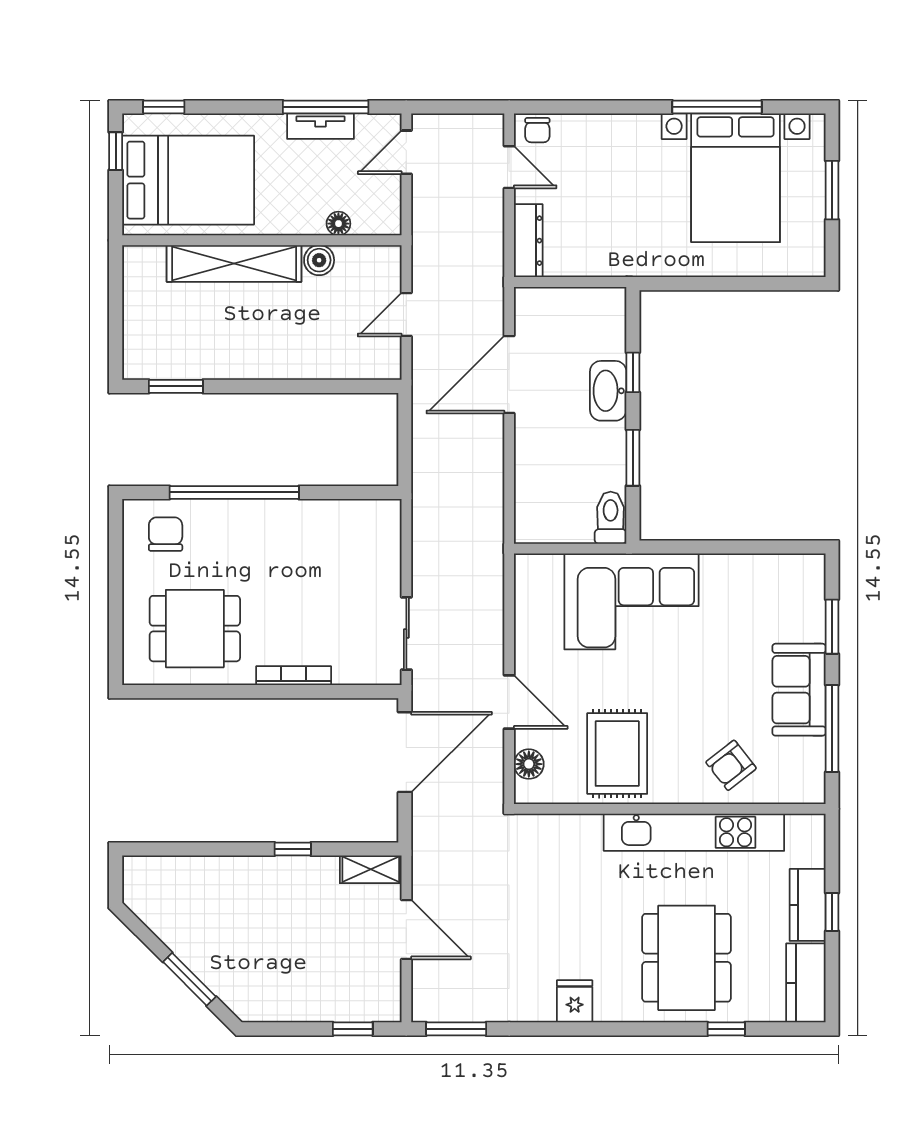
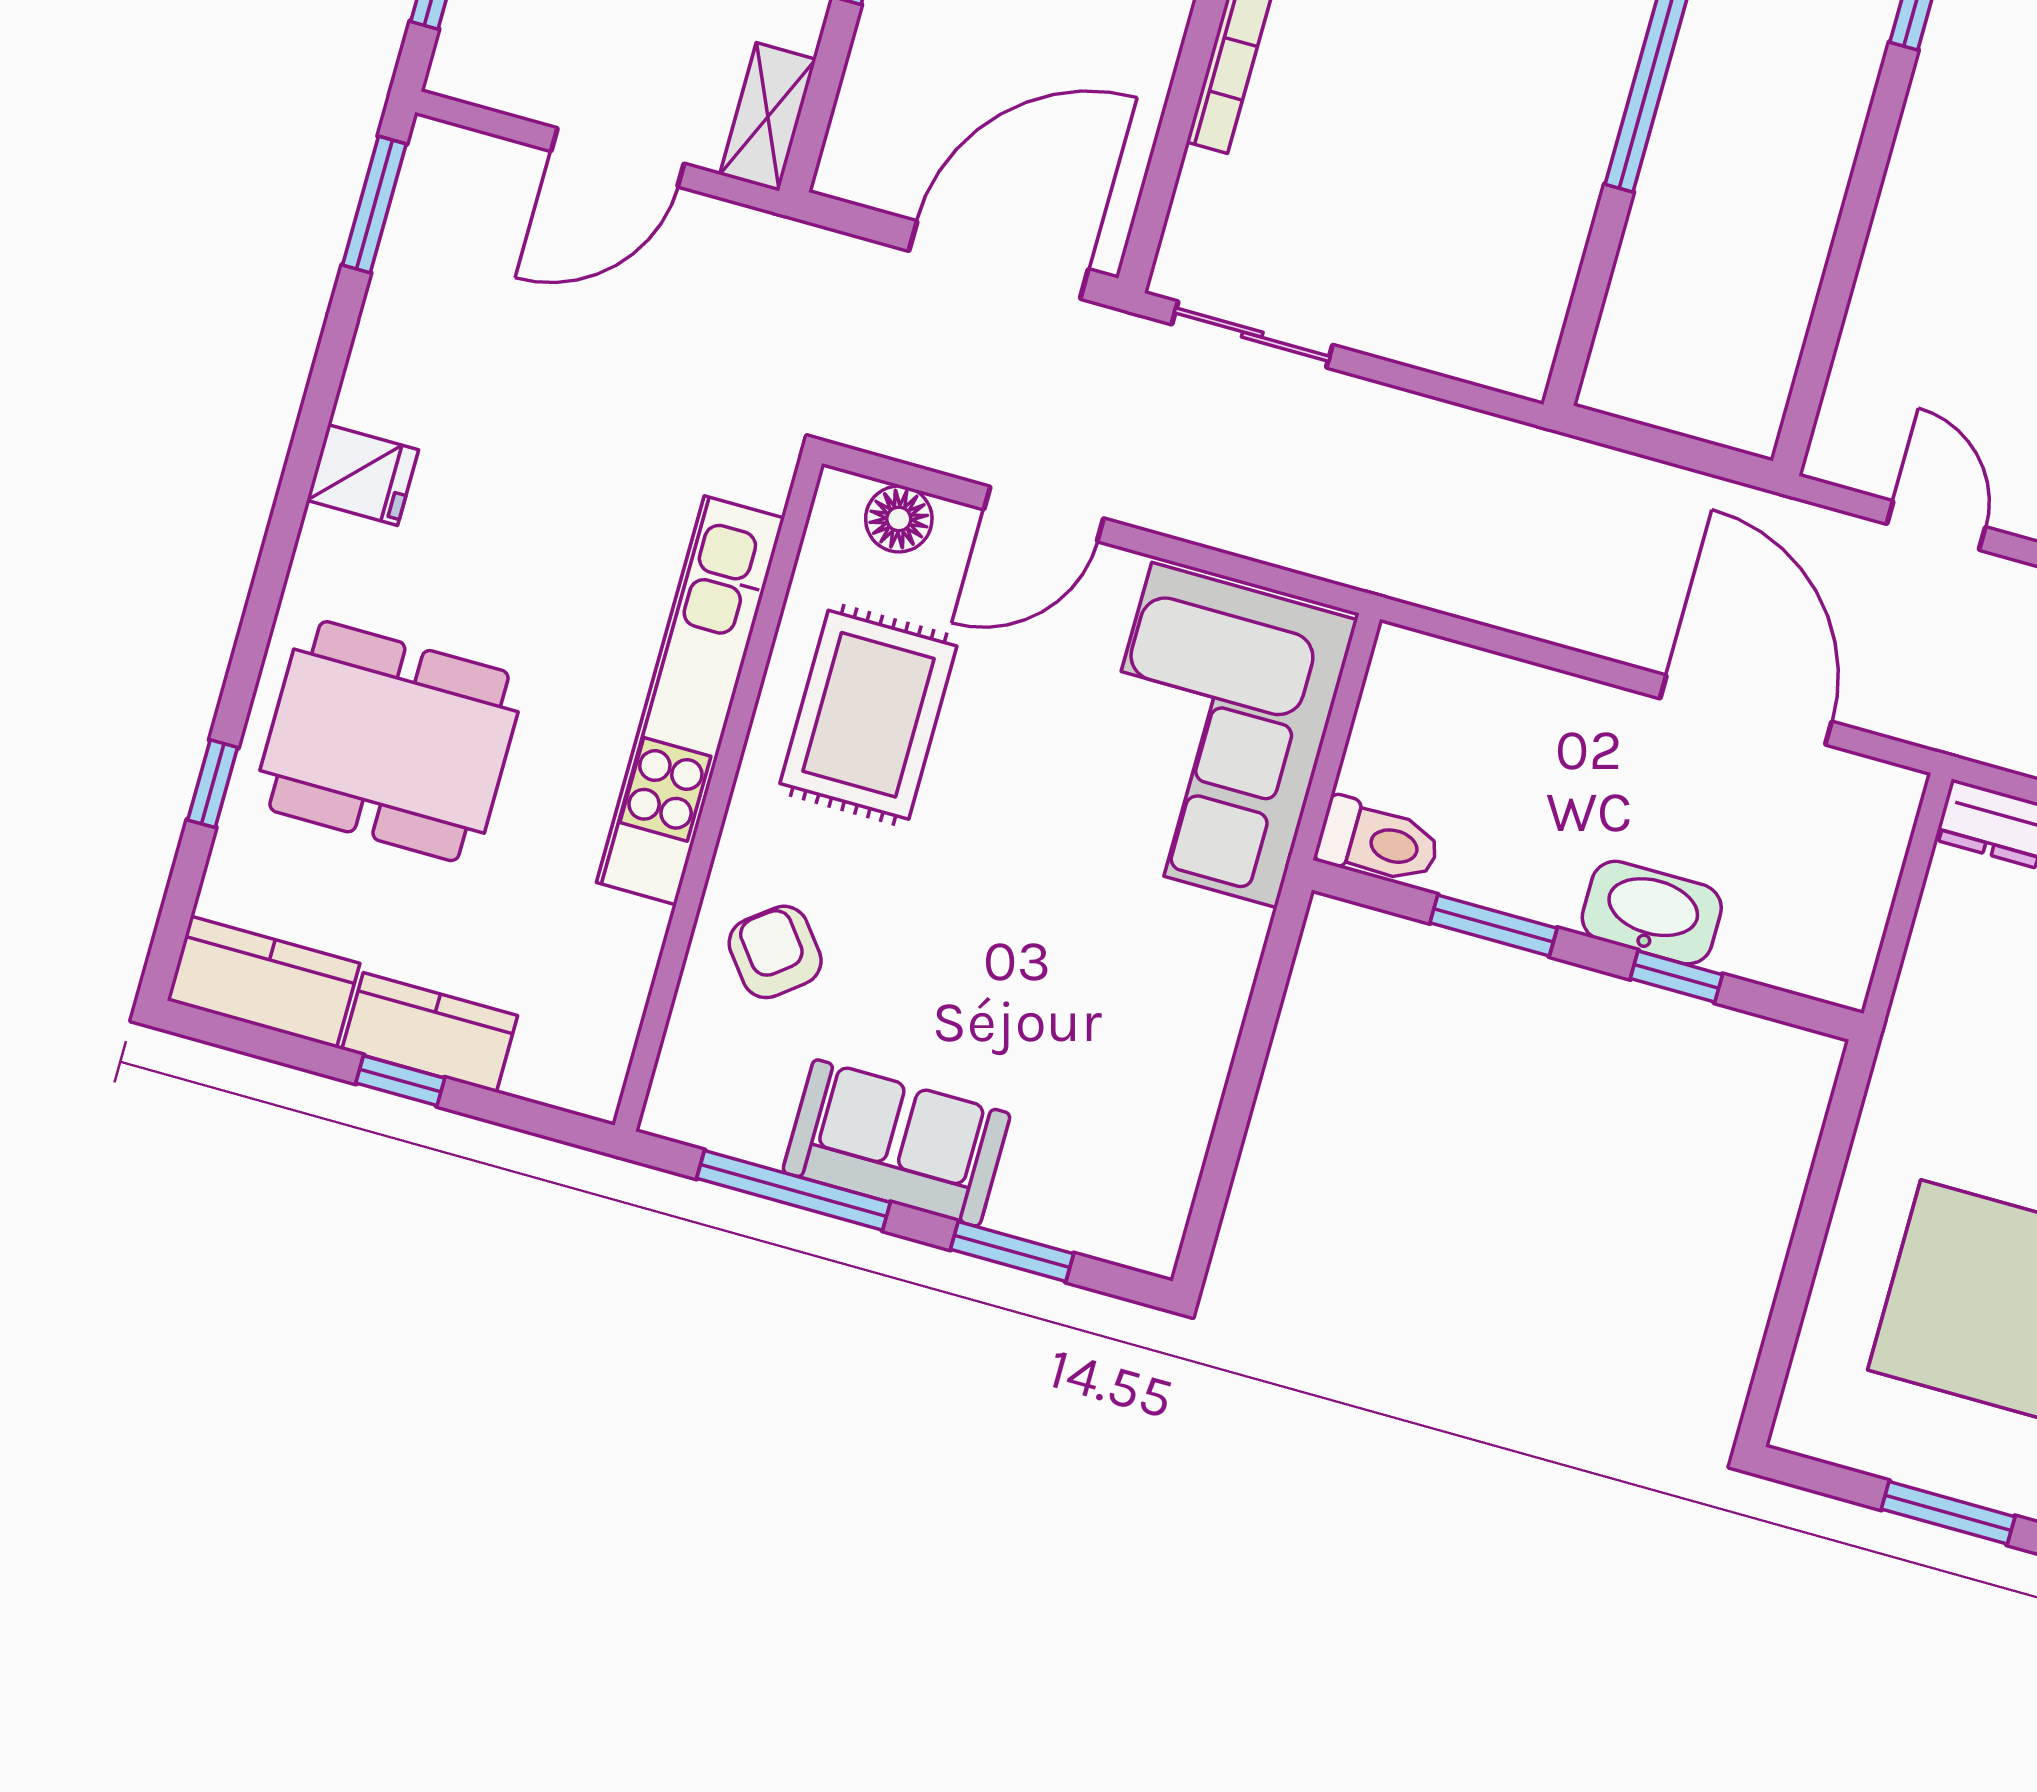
corner sofa: (631, 601) -> (1214, 735), moved
door: (405, 752) -> (999, 260), swing flipped
rug: (617, 754) -> (868, 715), turned 90
kitchen unit: (694, 832) -> (690, 700), moved

